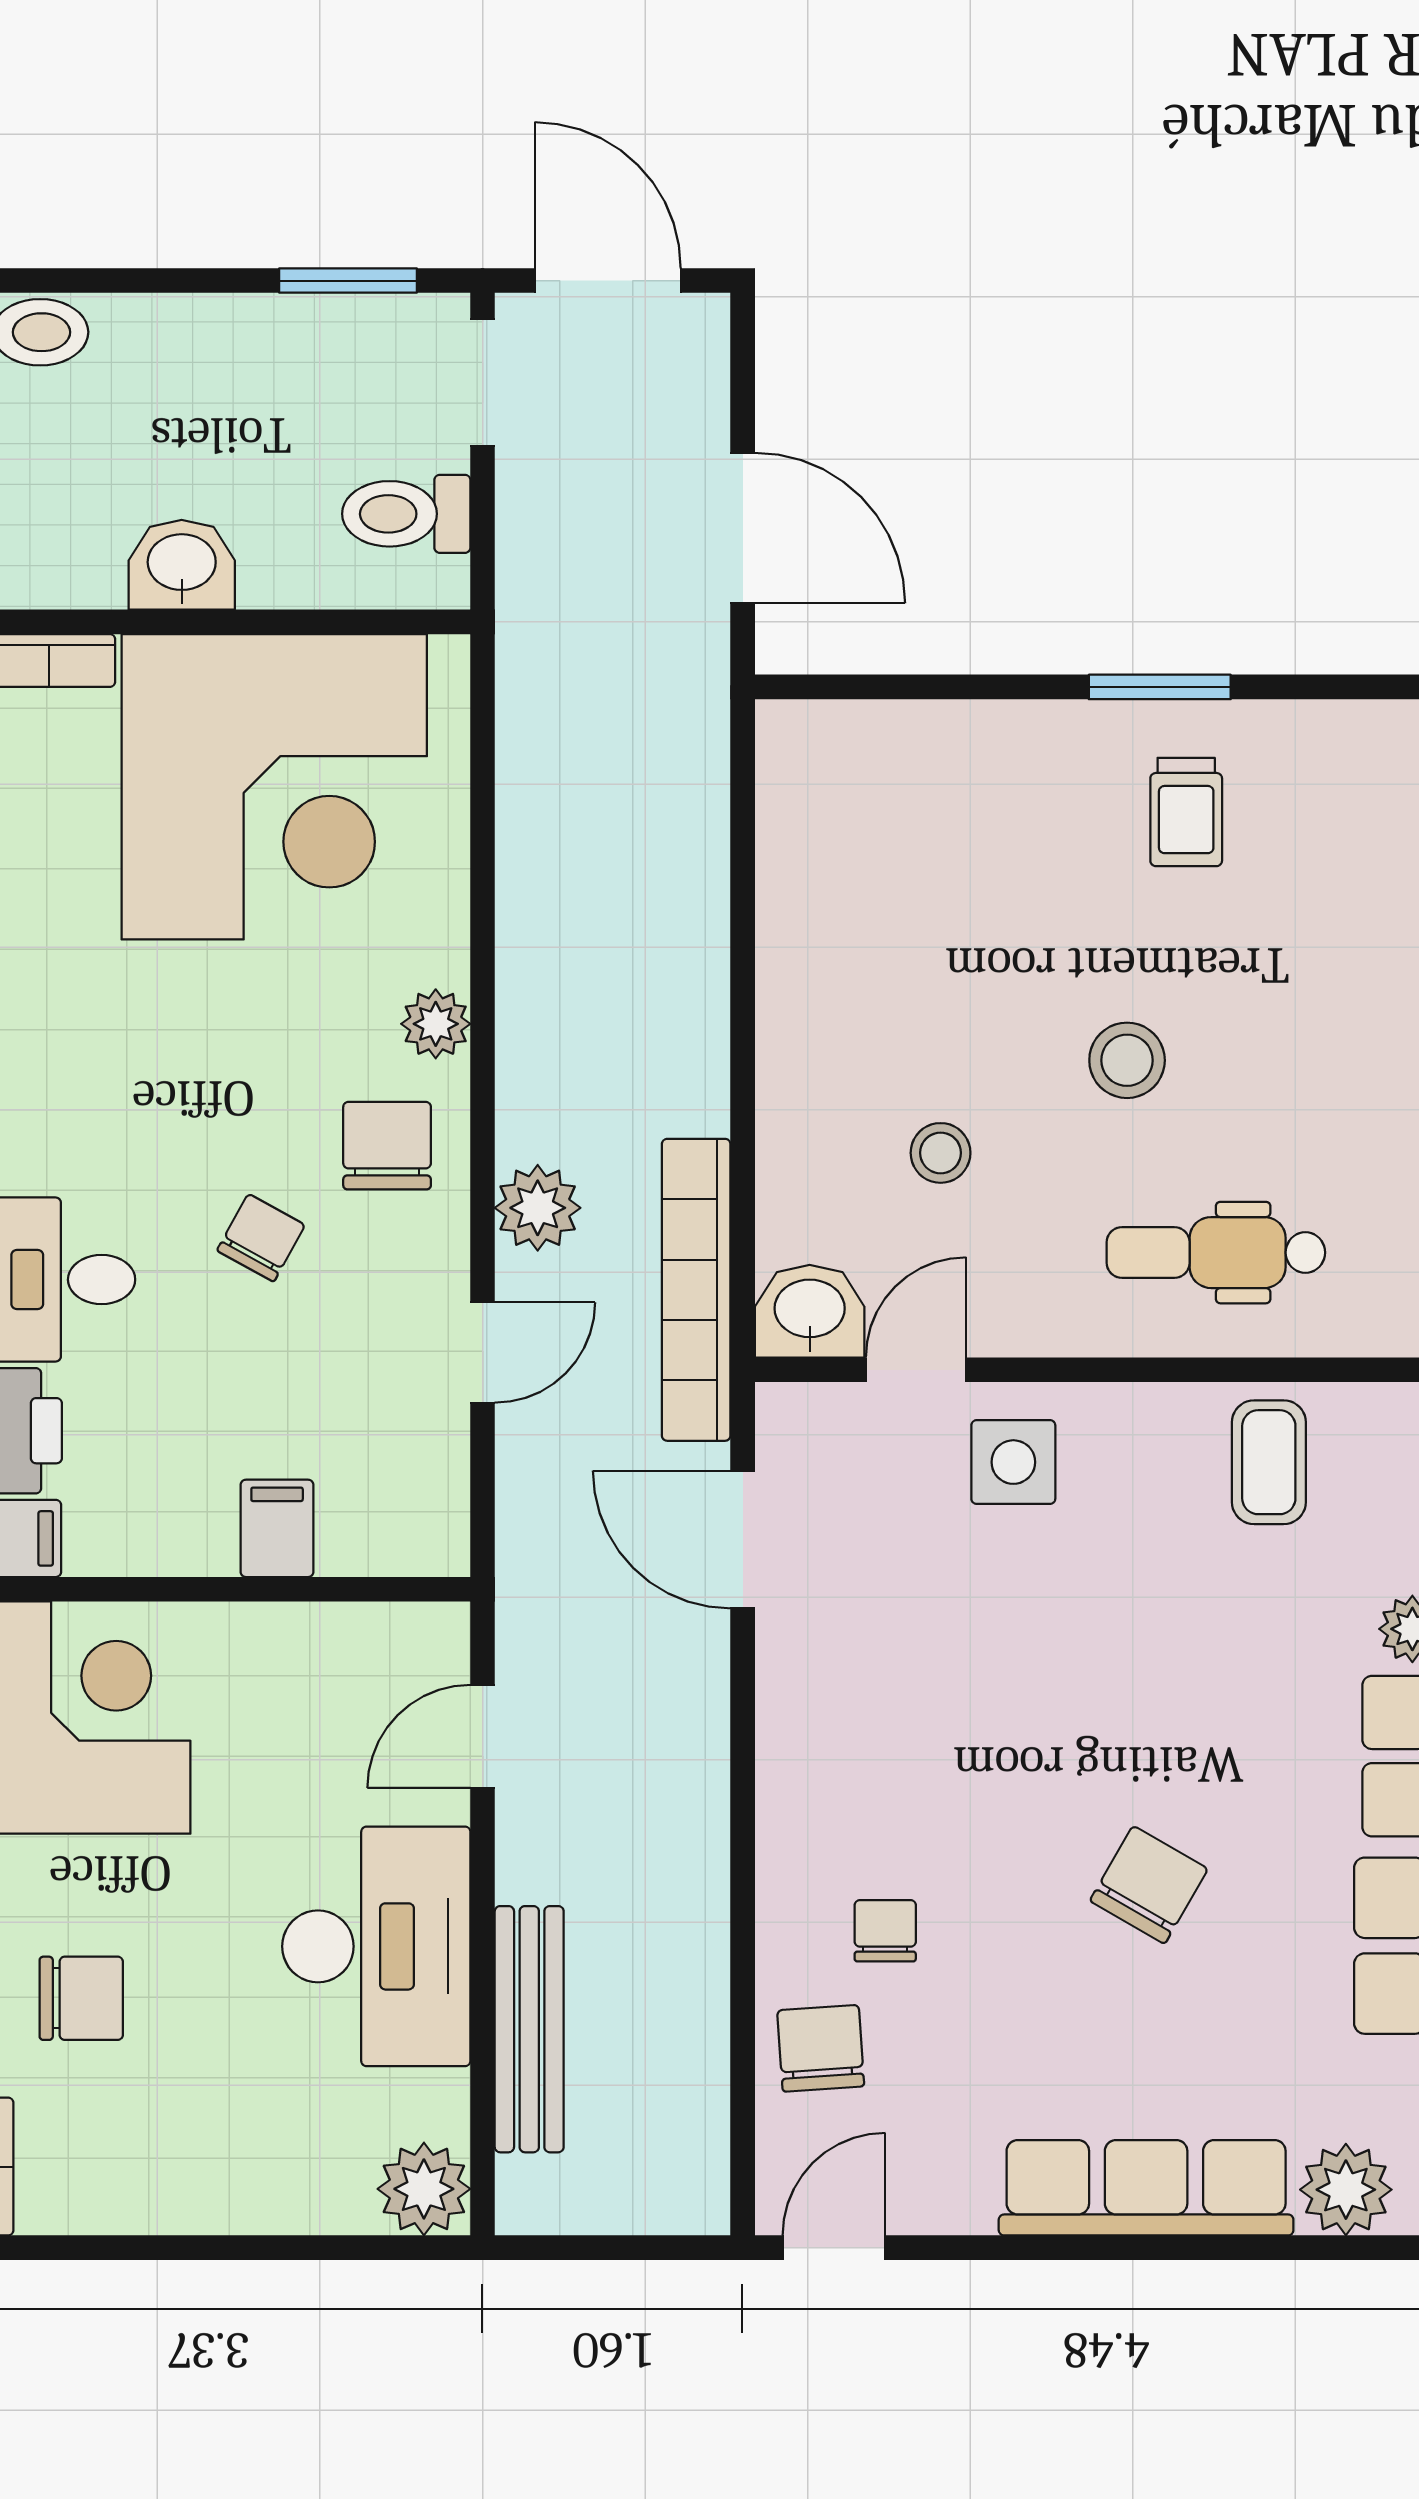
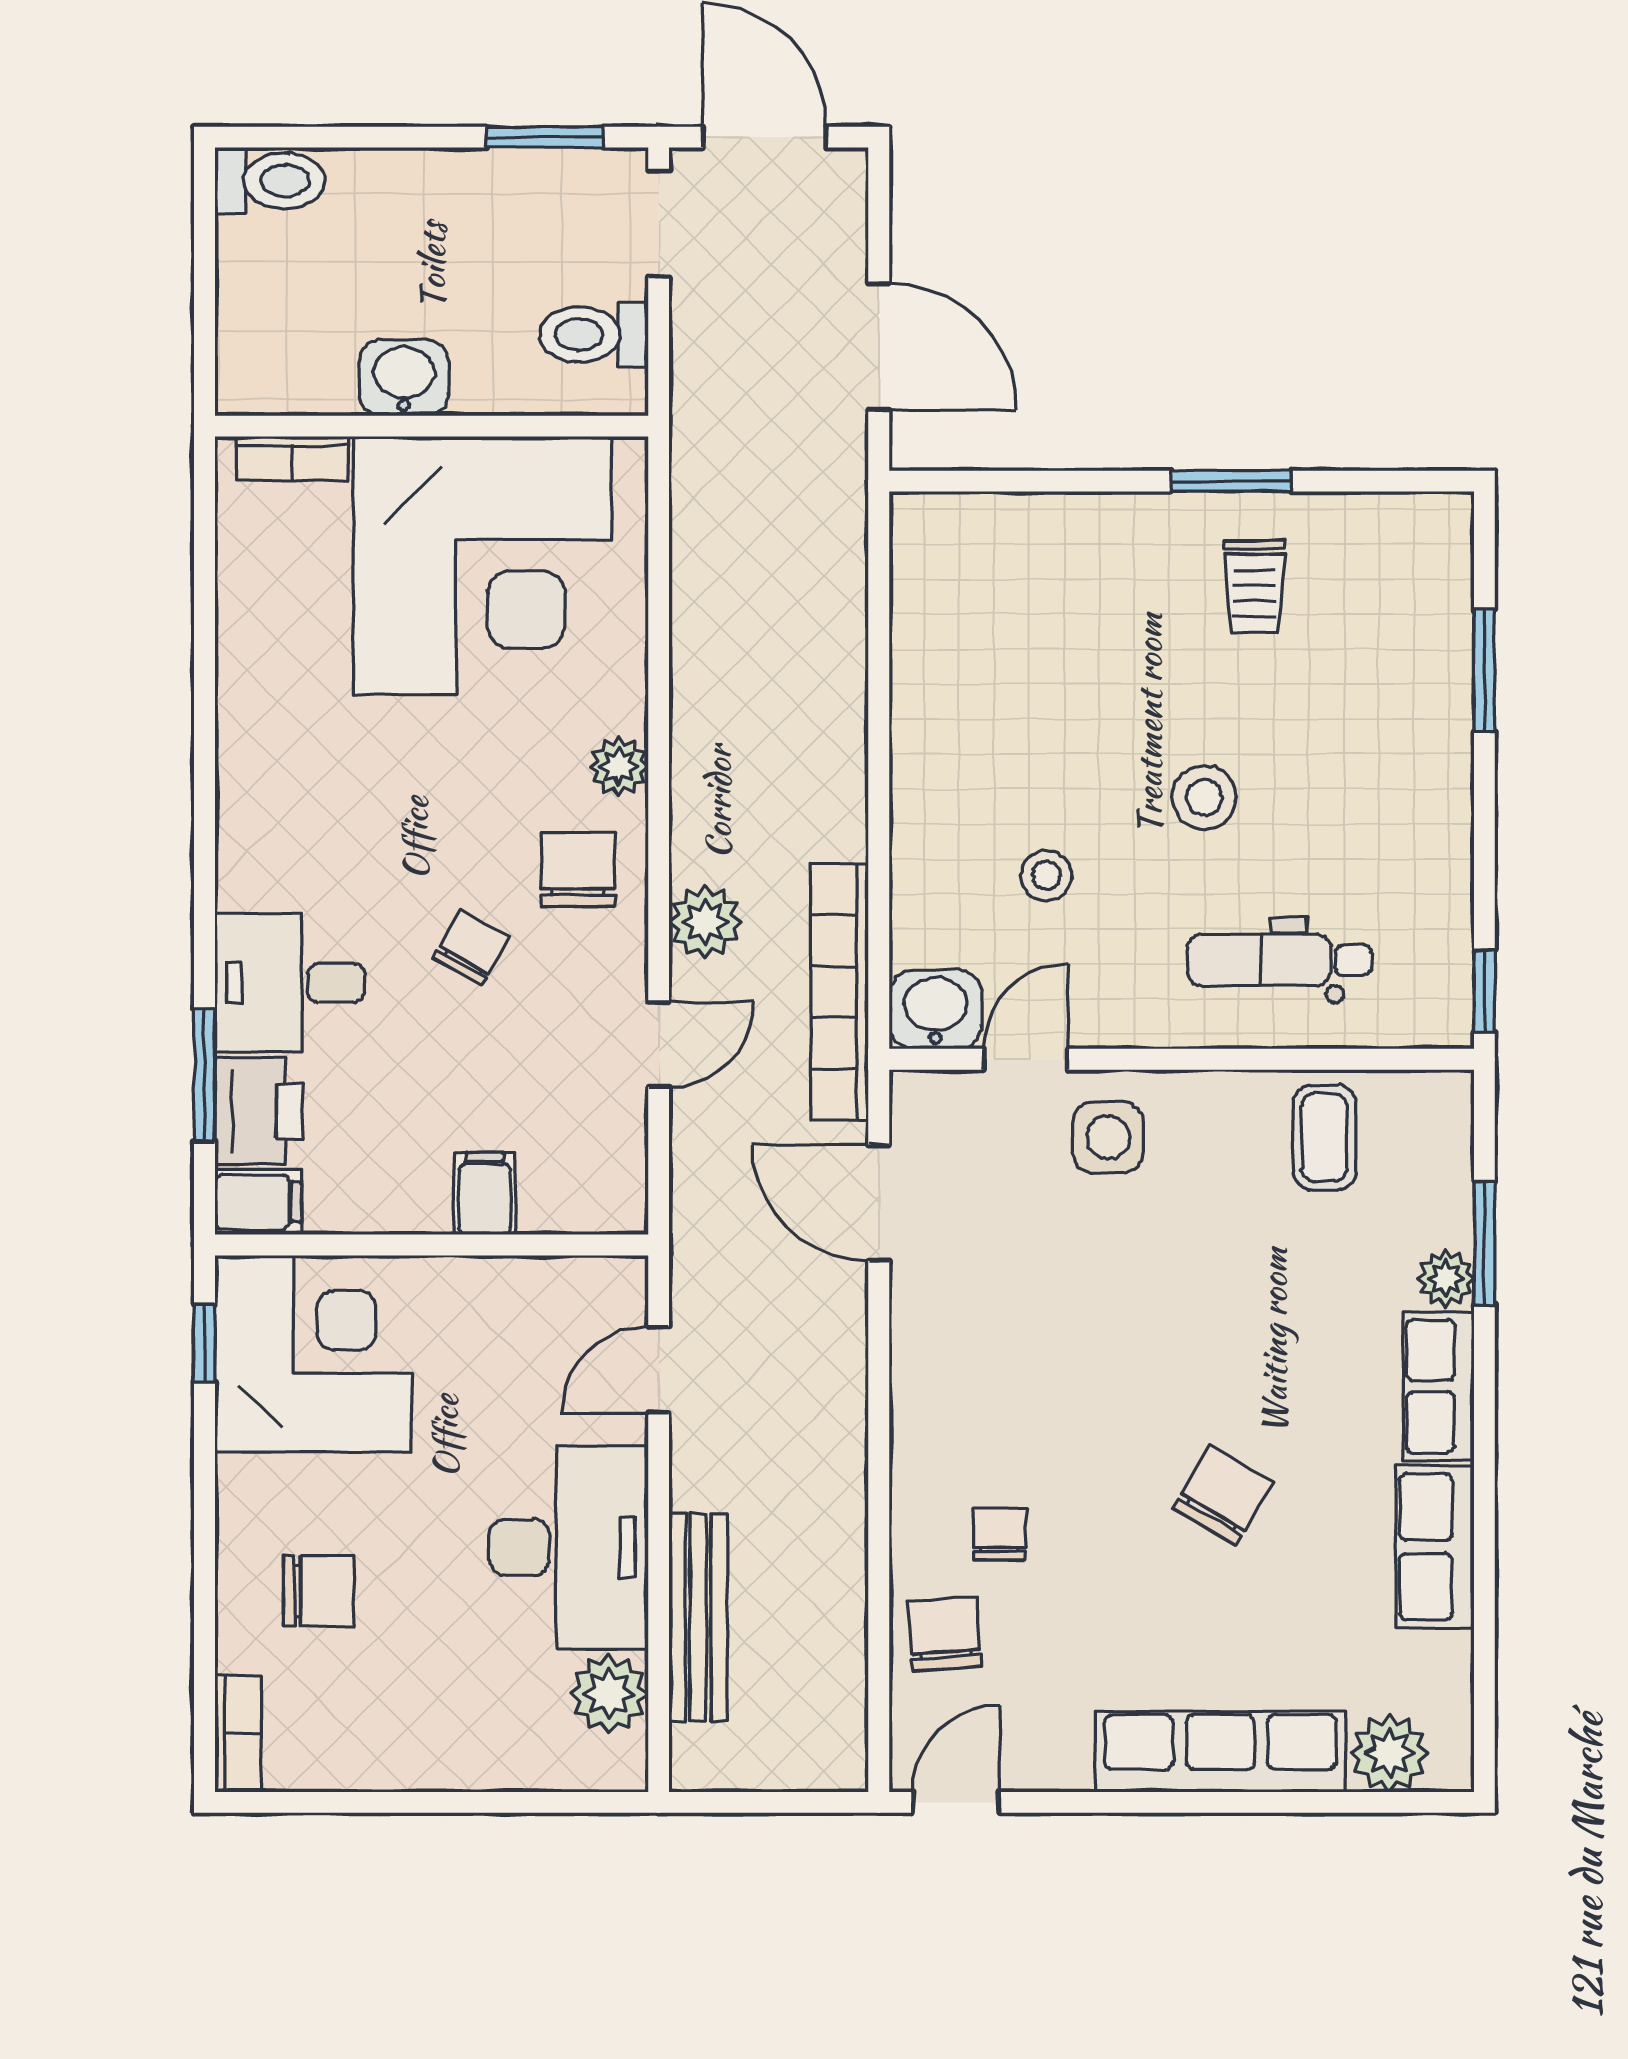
plant: (424, 2189) -> (609, 1694), moved

